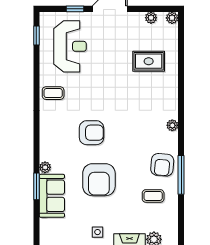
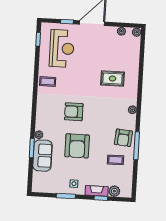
rug: (149, 61) -> (113, 79), moved
armchair: (91, 133) -> (74, 112), turned 180

